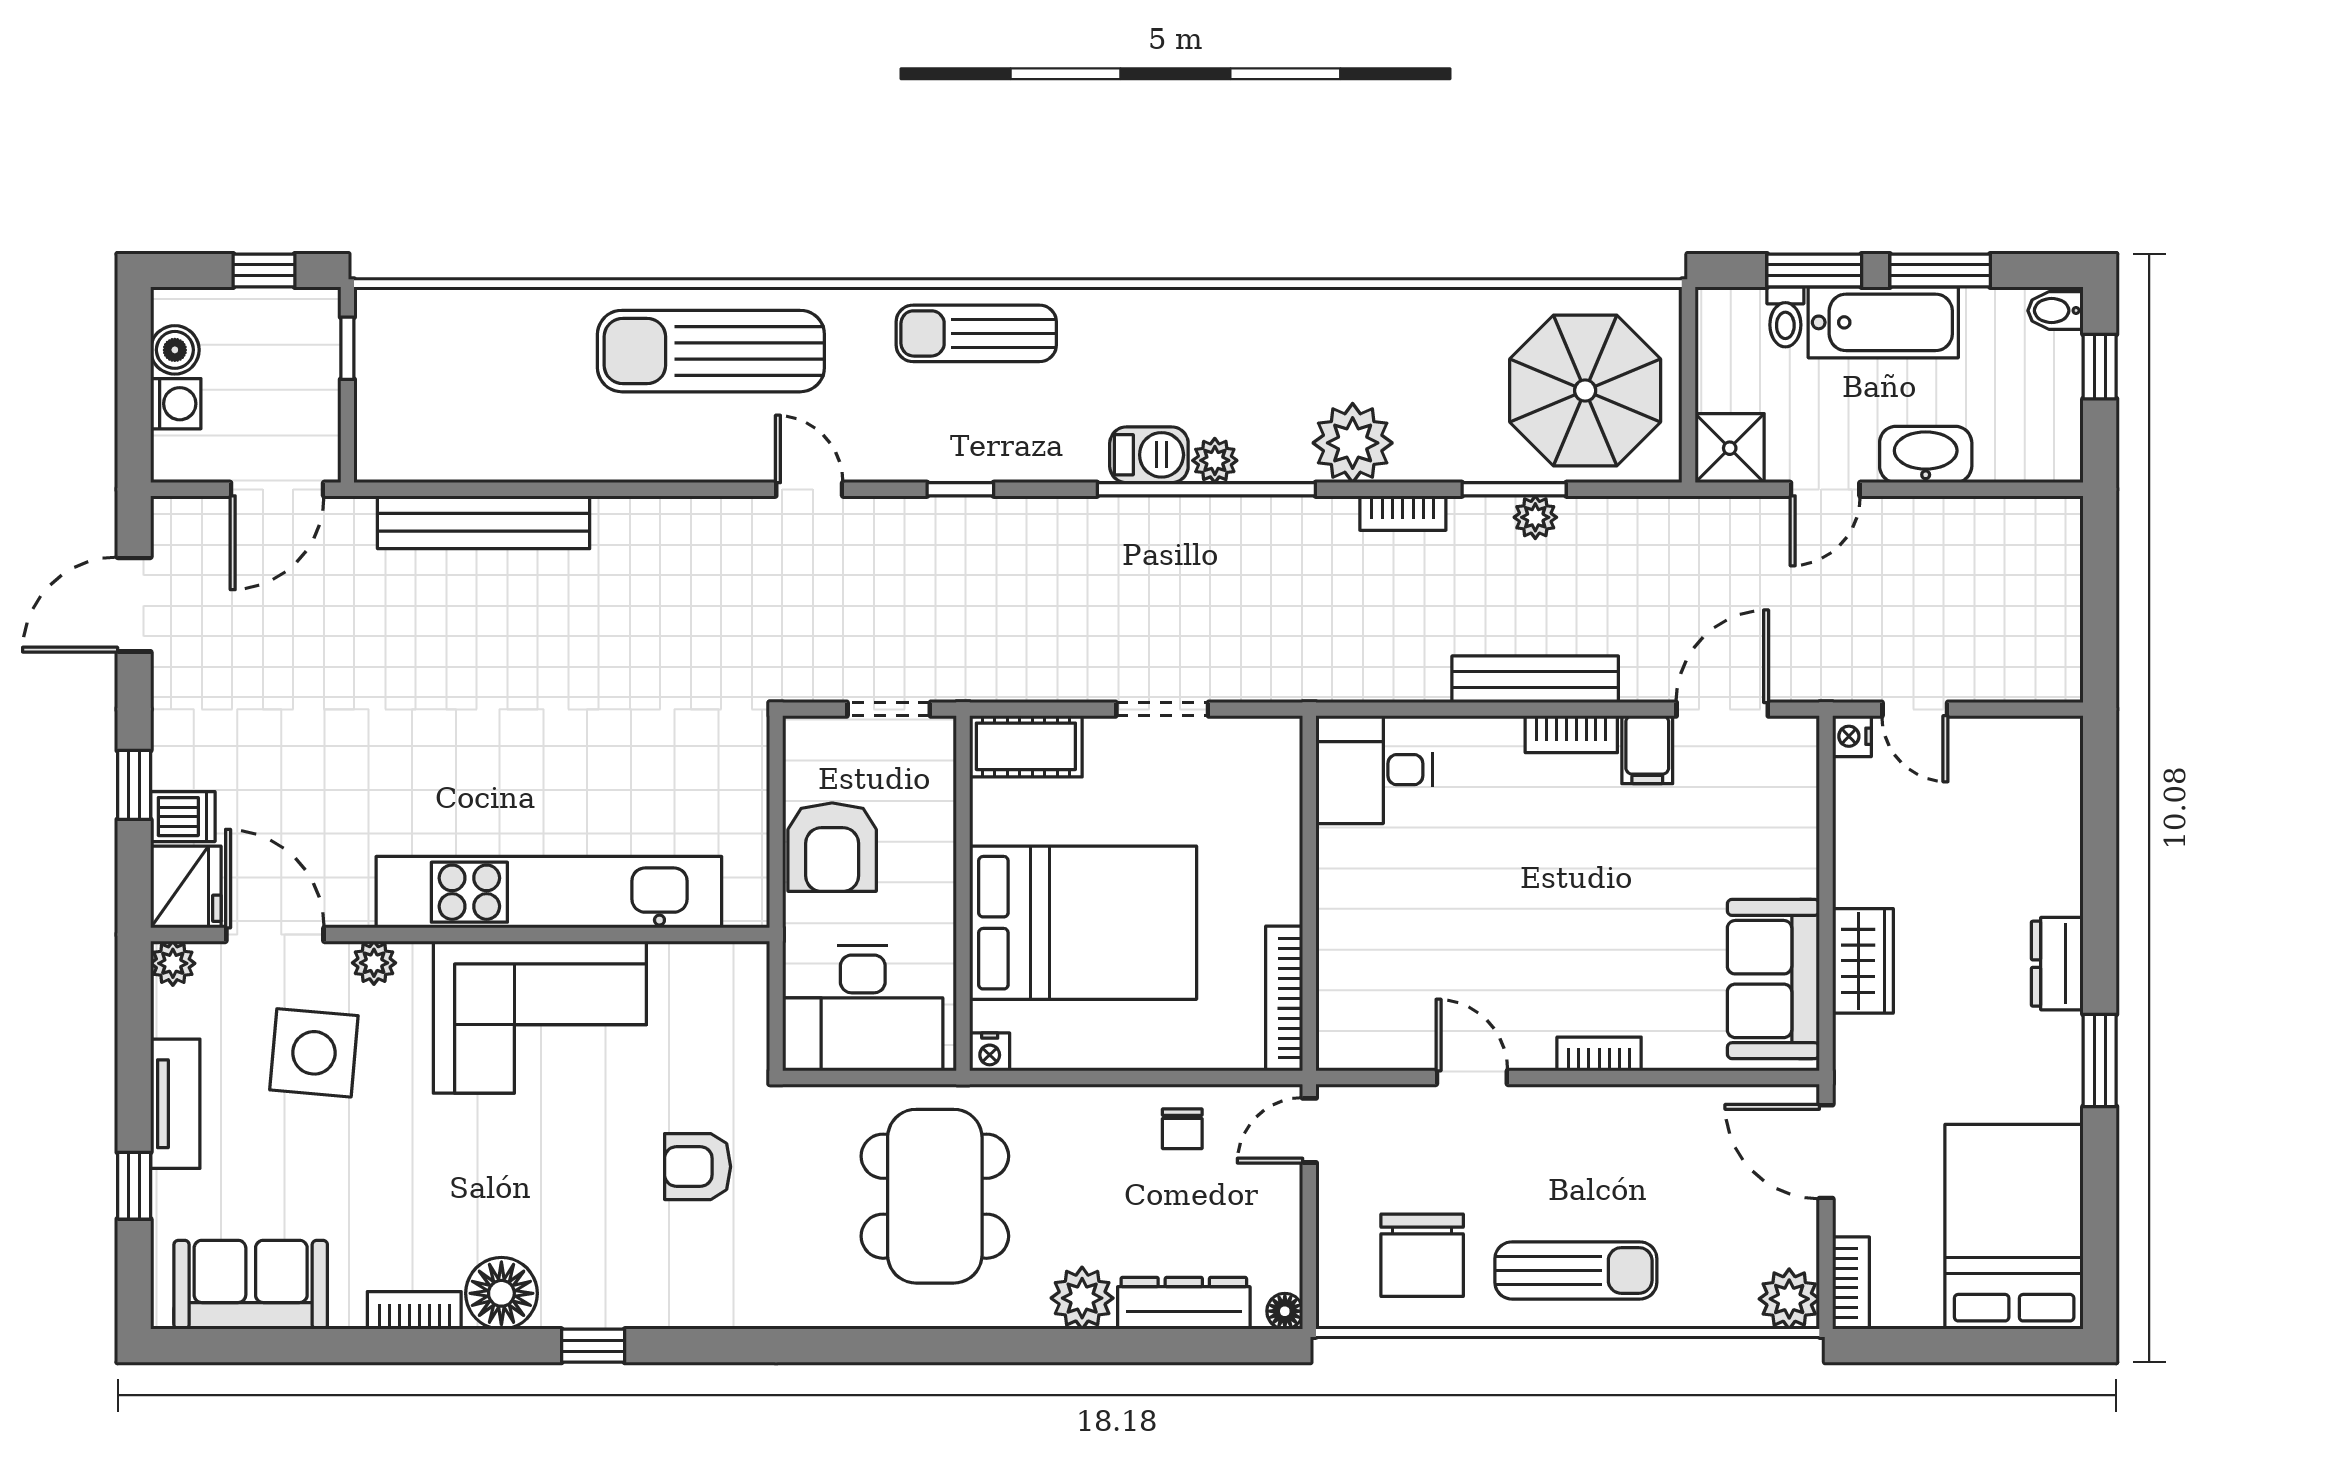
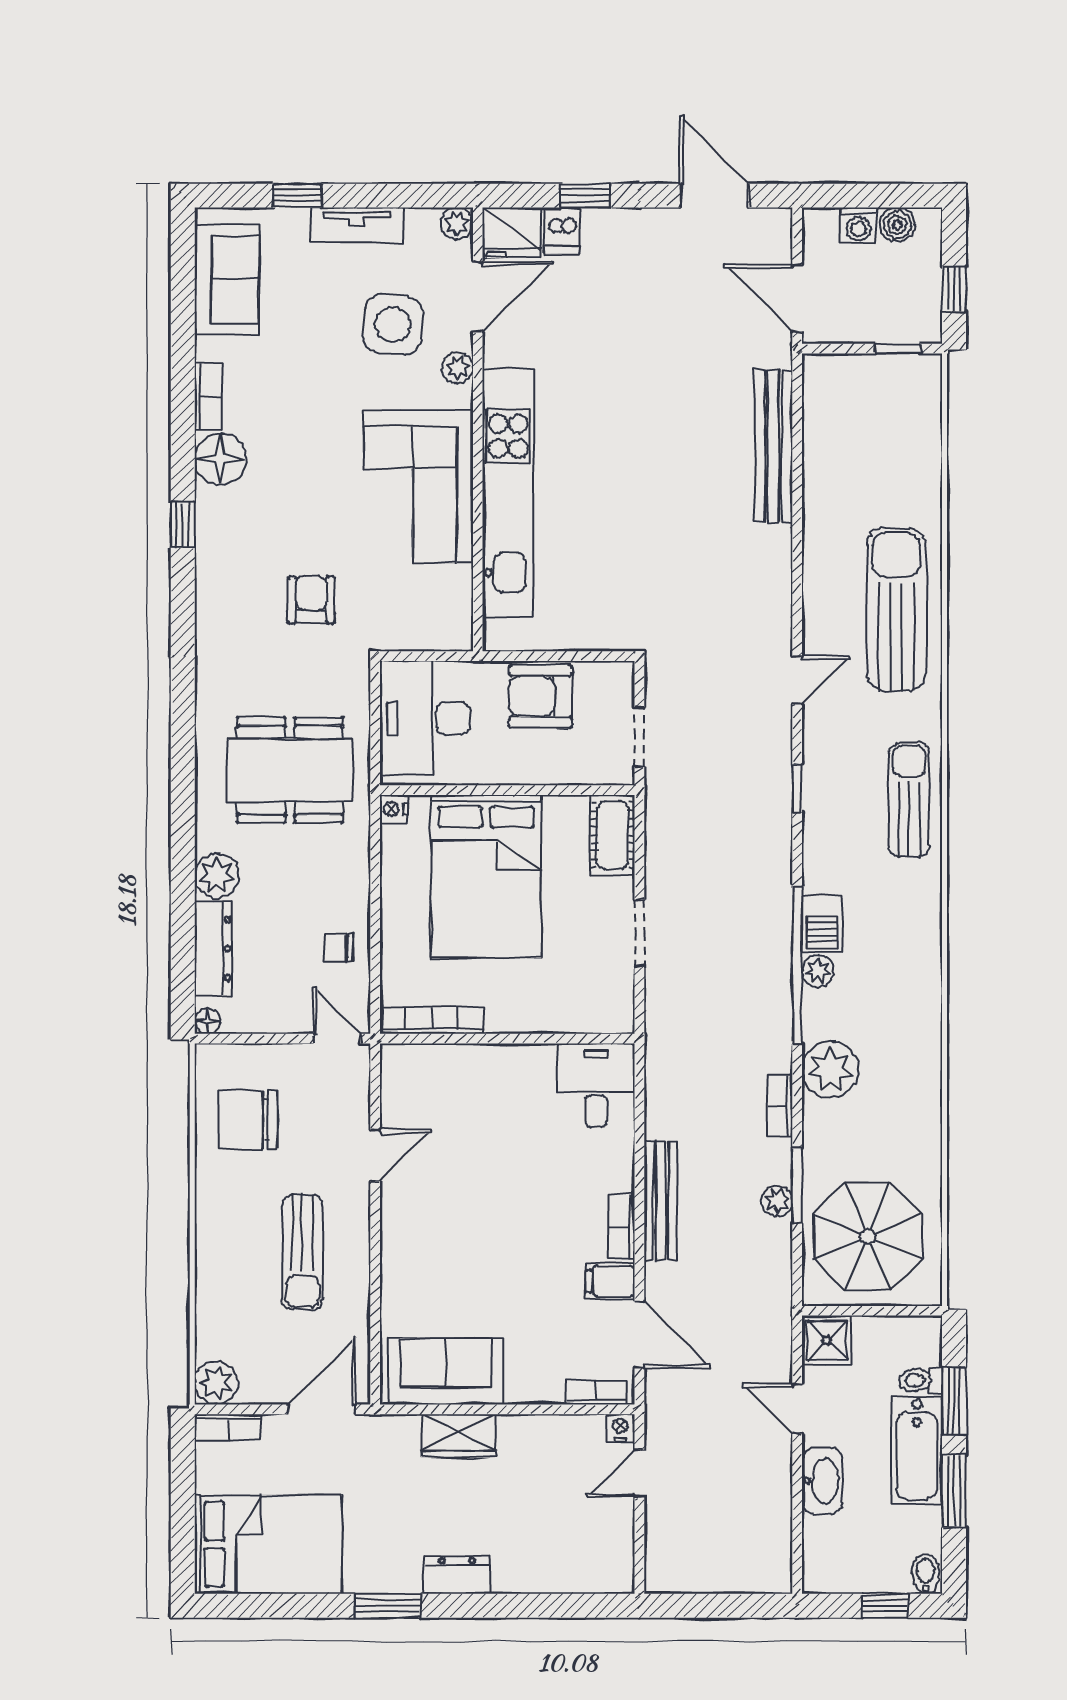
bookcase: (1599, 1054) -> (596, 1392), moved, turned -90
sun lounger: (1576, 1270) -> (302, 1252), moved

